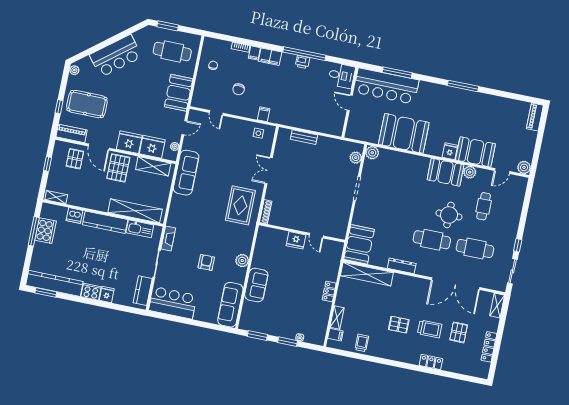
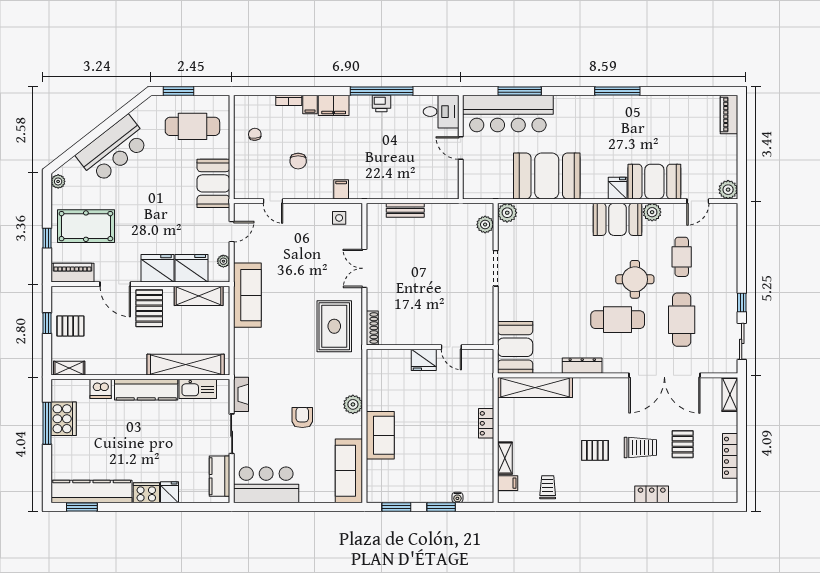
pallet: (75, 159) -> (70, 326), moved, turned 90
cafe table: (475, 249) -> (682, 320), turned 90

